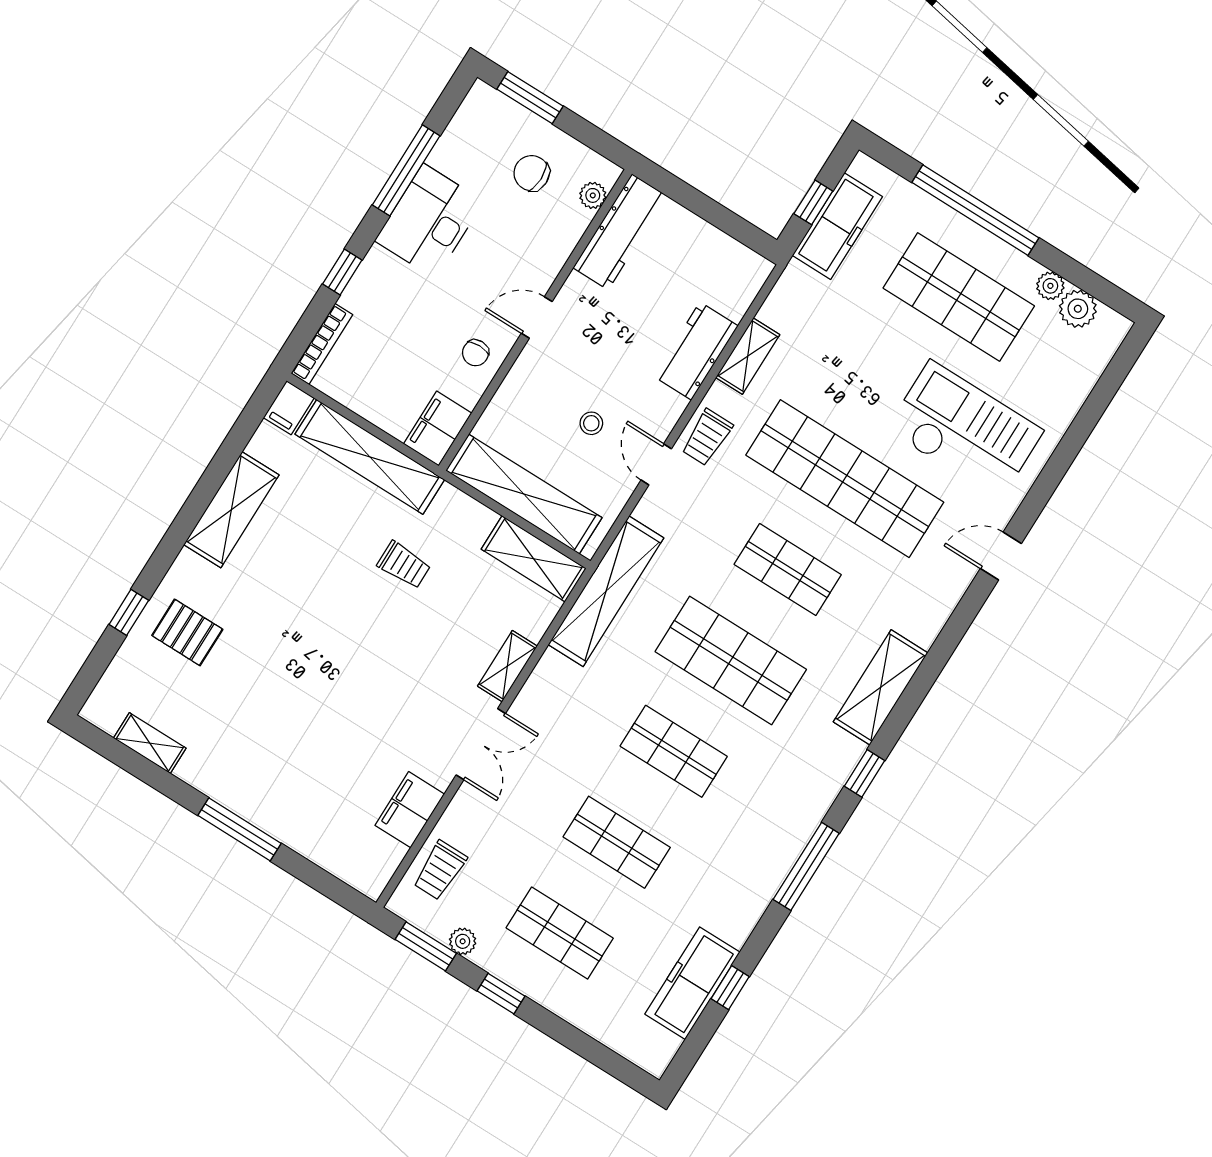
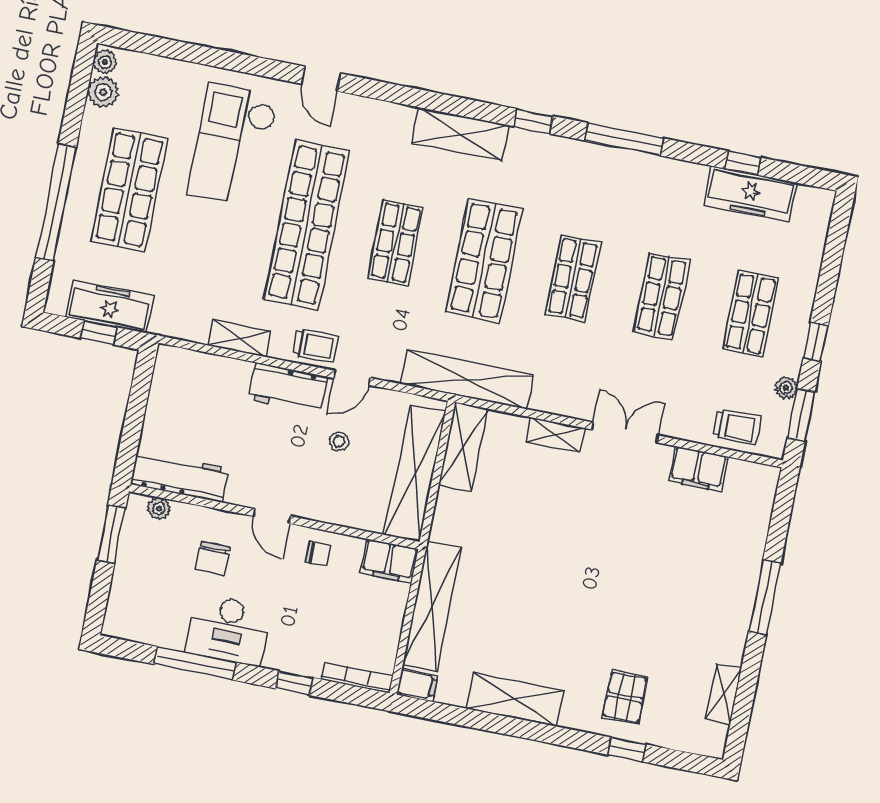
window: (530, 98) -> (111, 534), moved
chair: (532, 173) -> (213, 558), moved
plant: (1050, 286) -> (105, 62), moved
workbench: (696, 351) -> (288, 388), moved
trolley: (404, 565) -> (507, 547), removed

